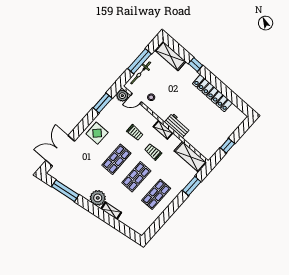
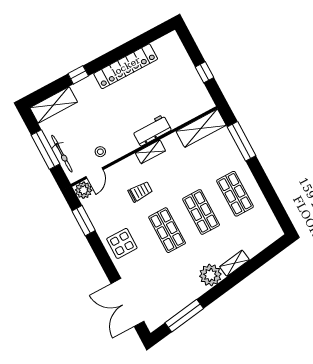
trolley: (153, 152) -> (175, 177), removed
window: (192, 186) -> (242, 141), width x1.44

